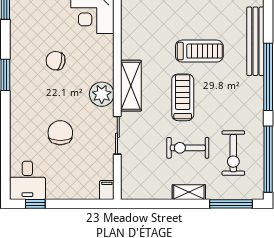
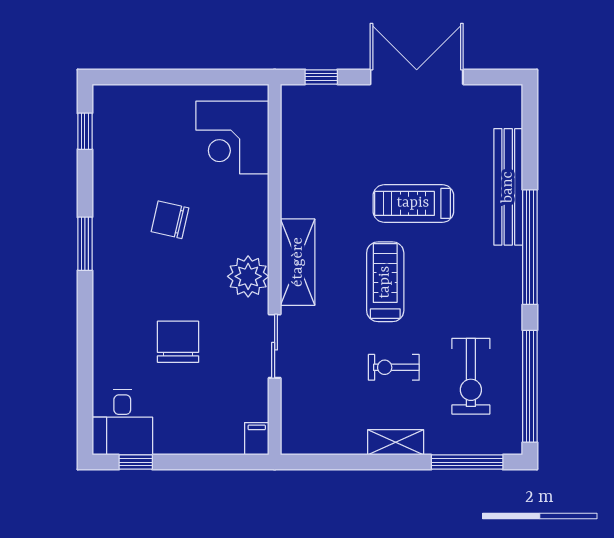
treadmill: (199, 51) -> (413, 203), turned 180
exercise bike: (188, 148) -> (394, 367), width x0.73, depth x0.72

